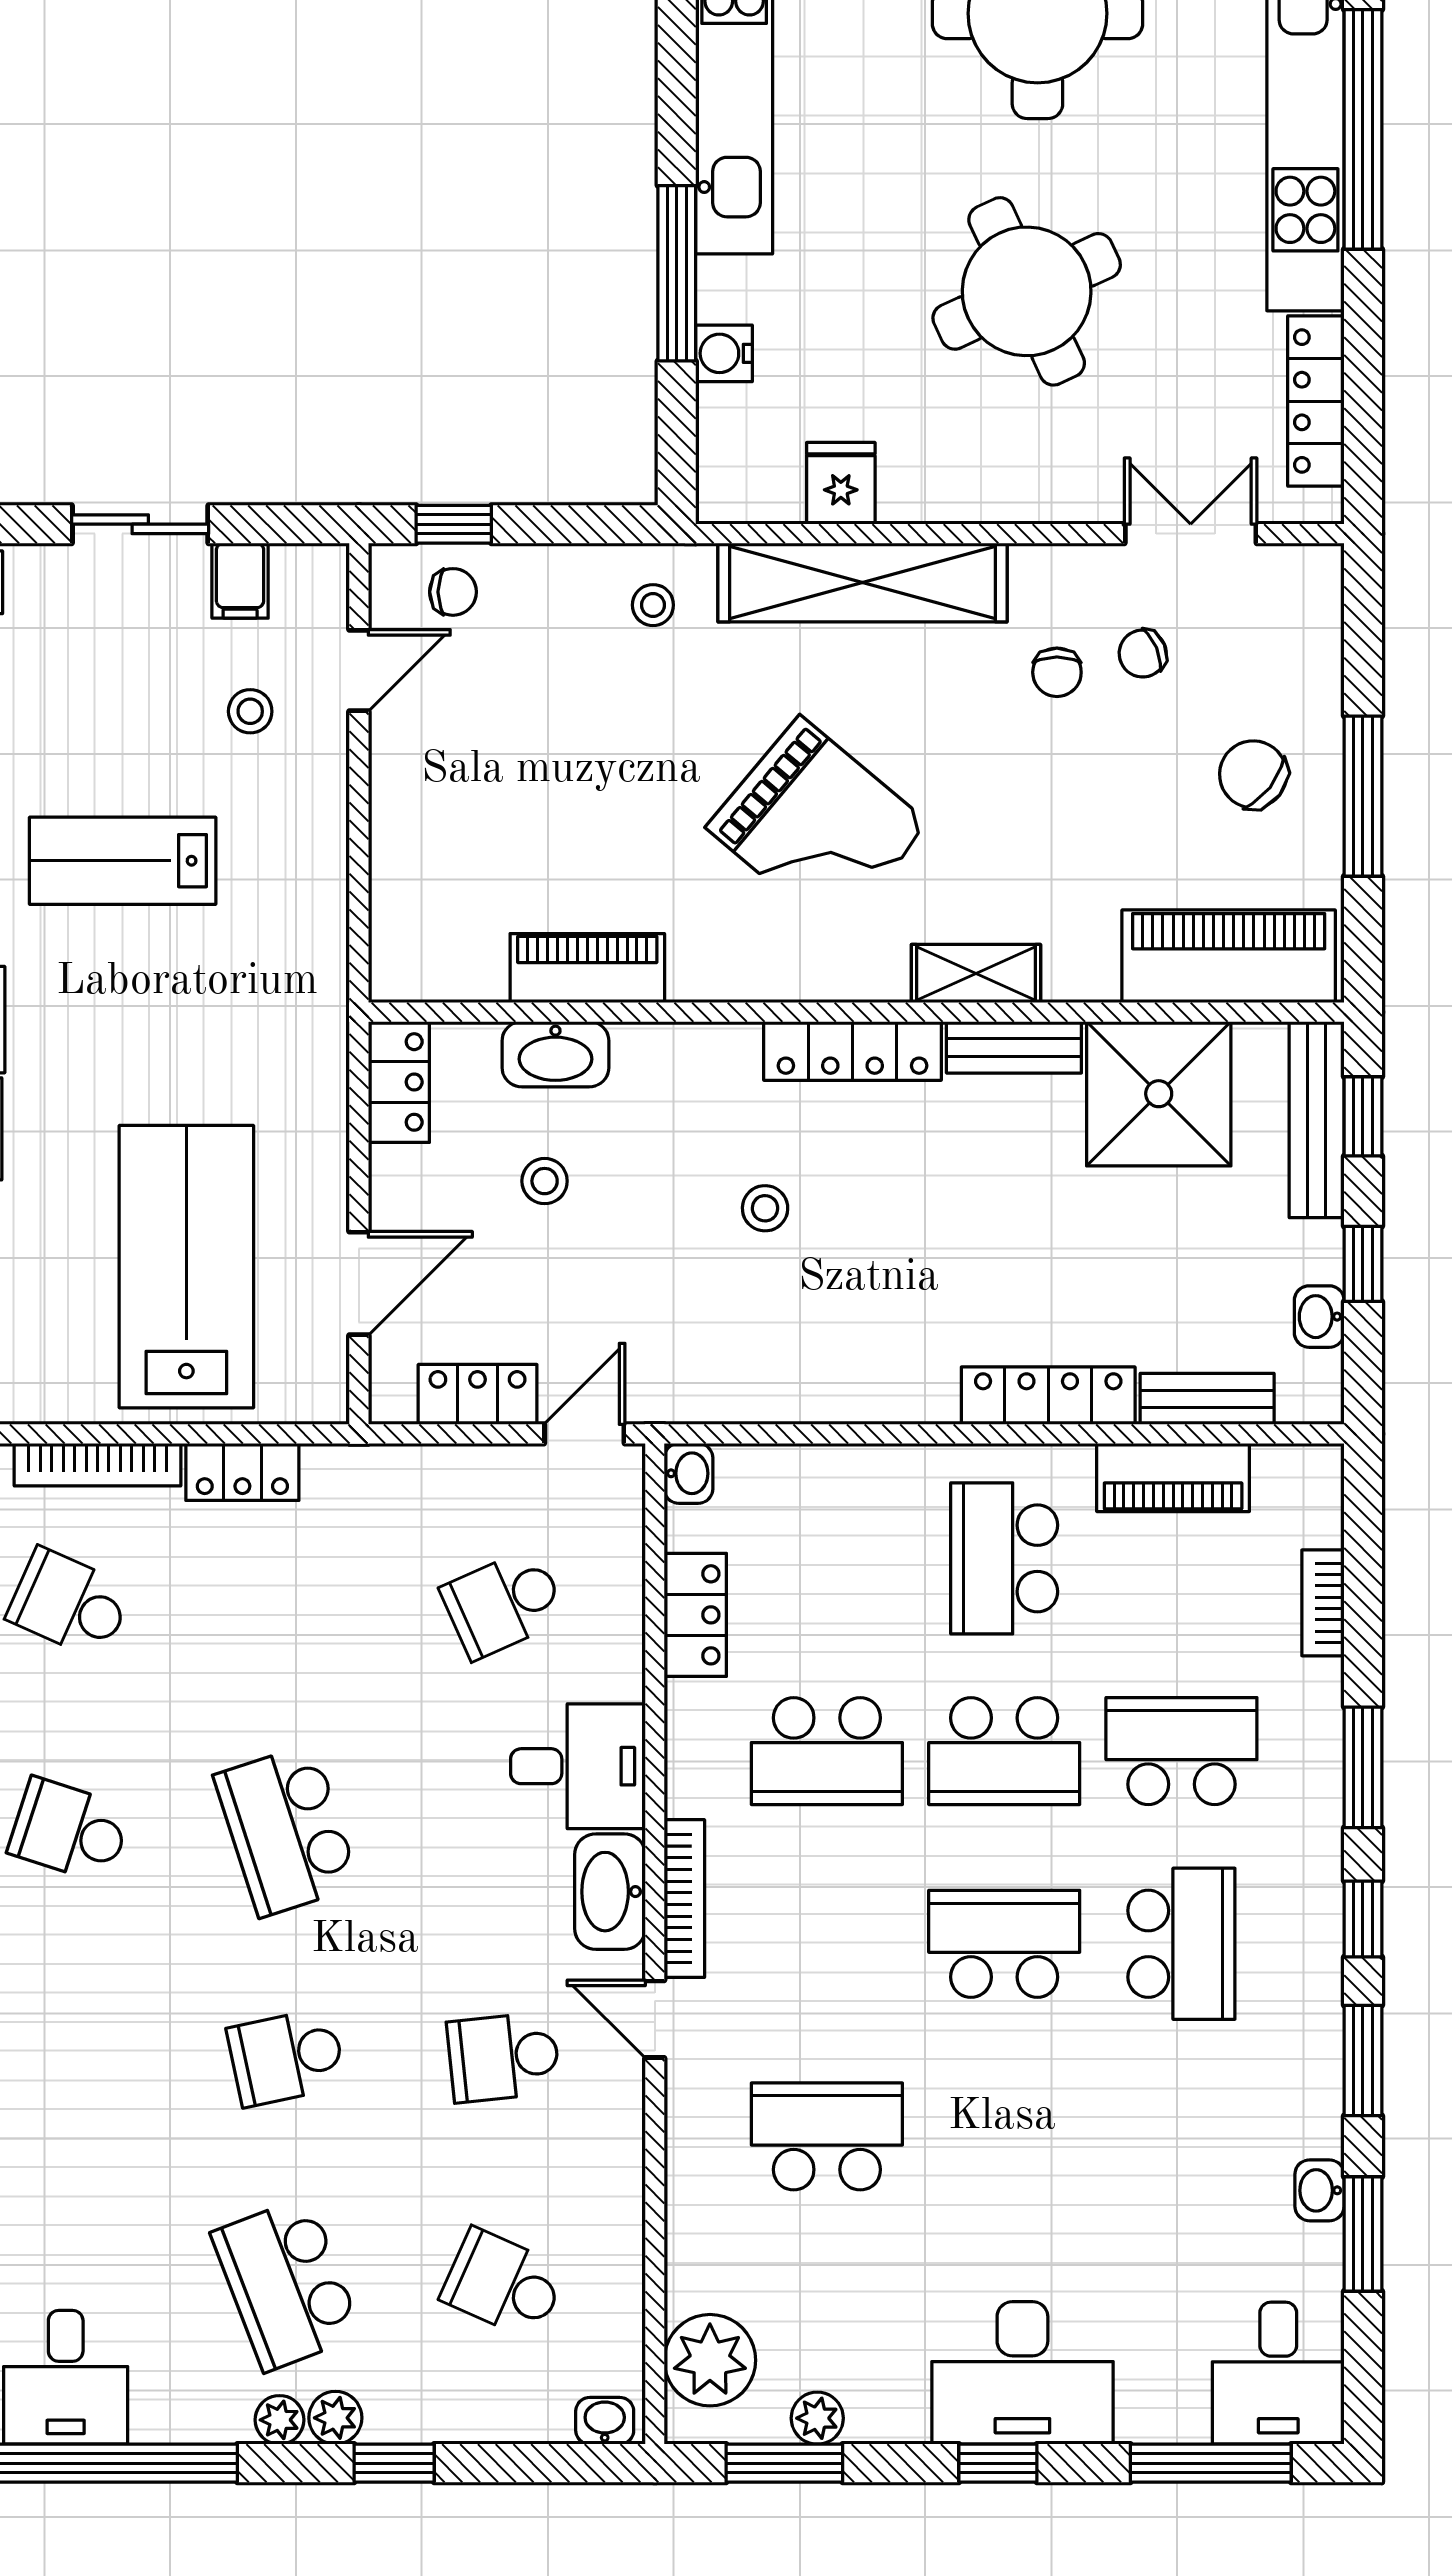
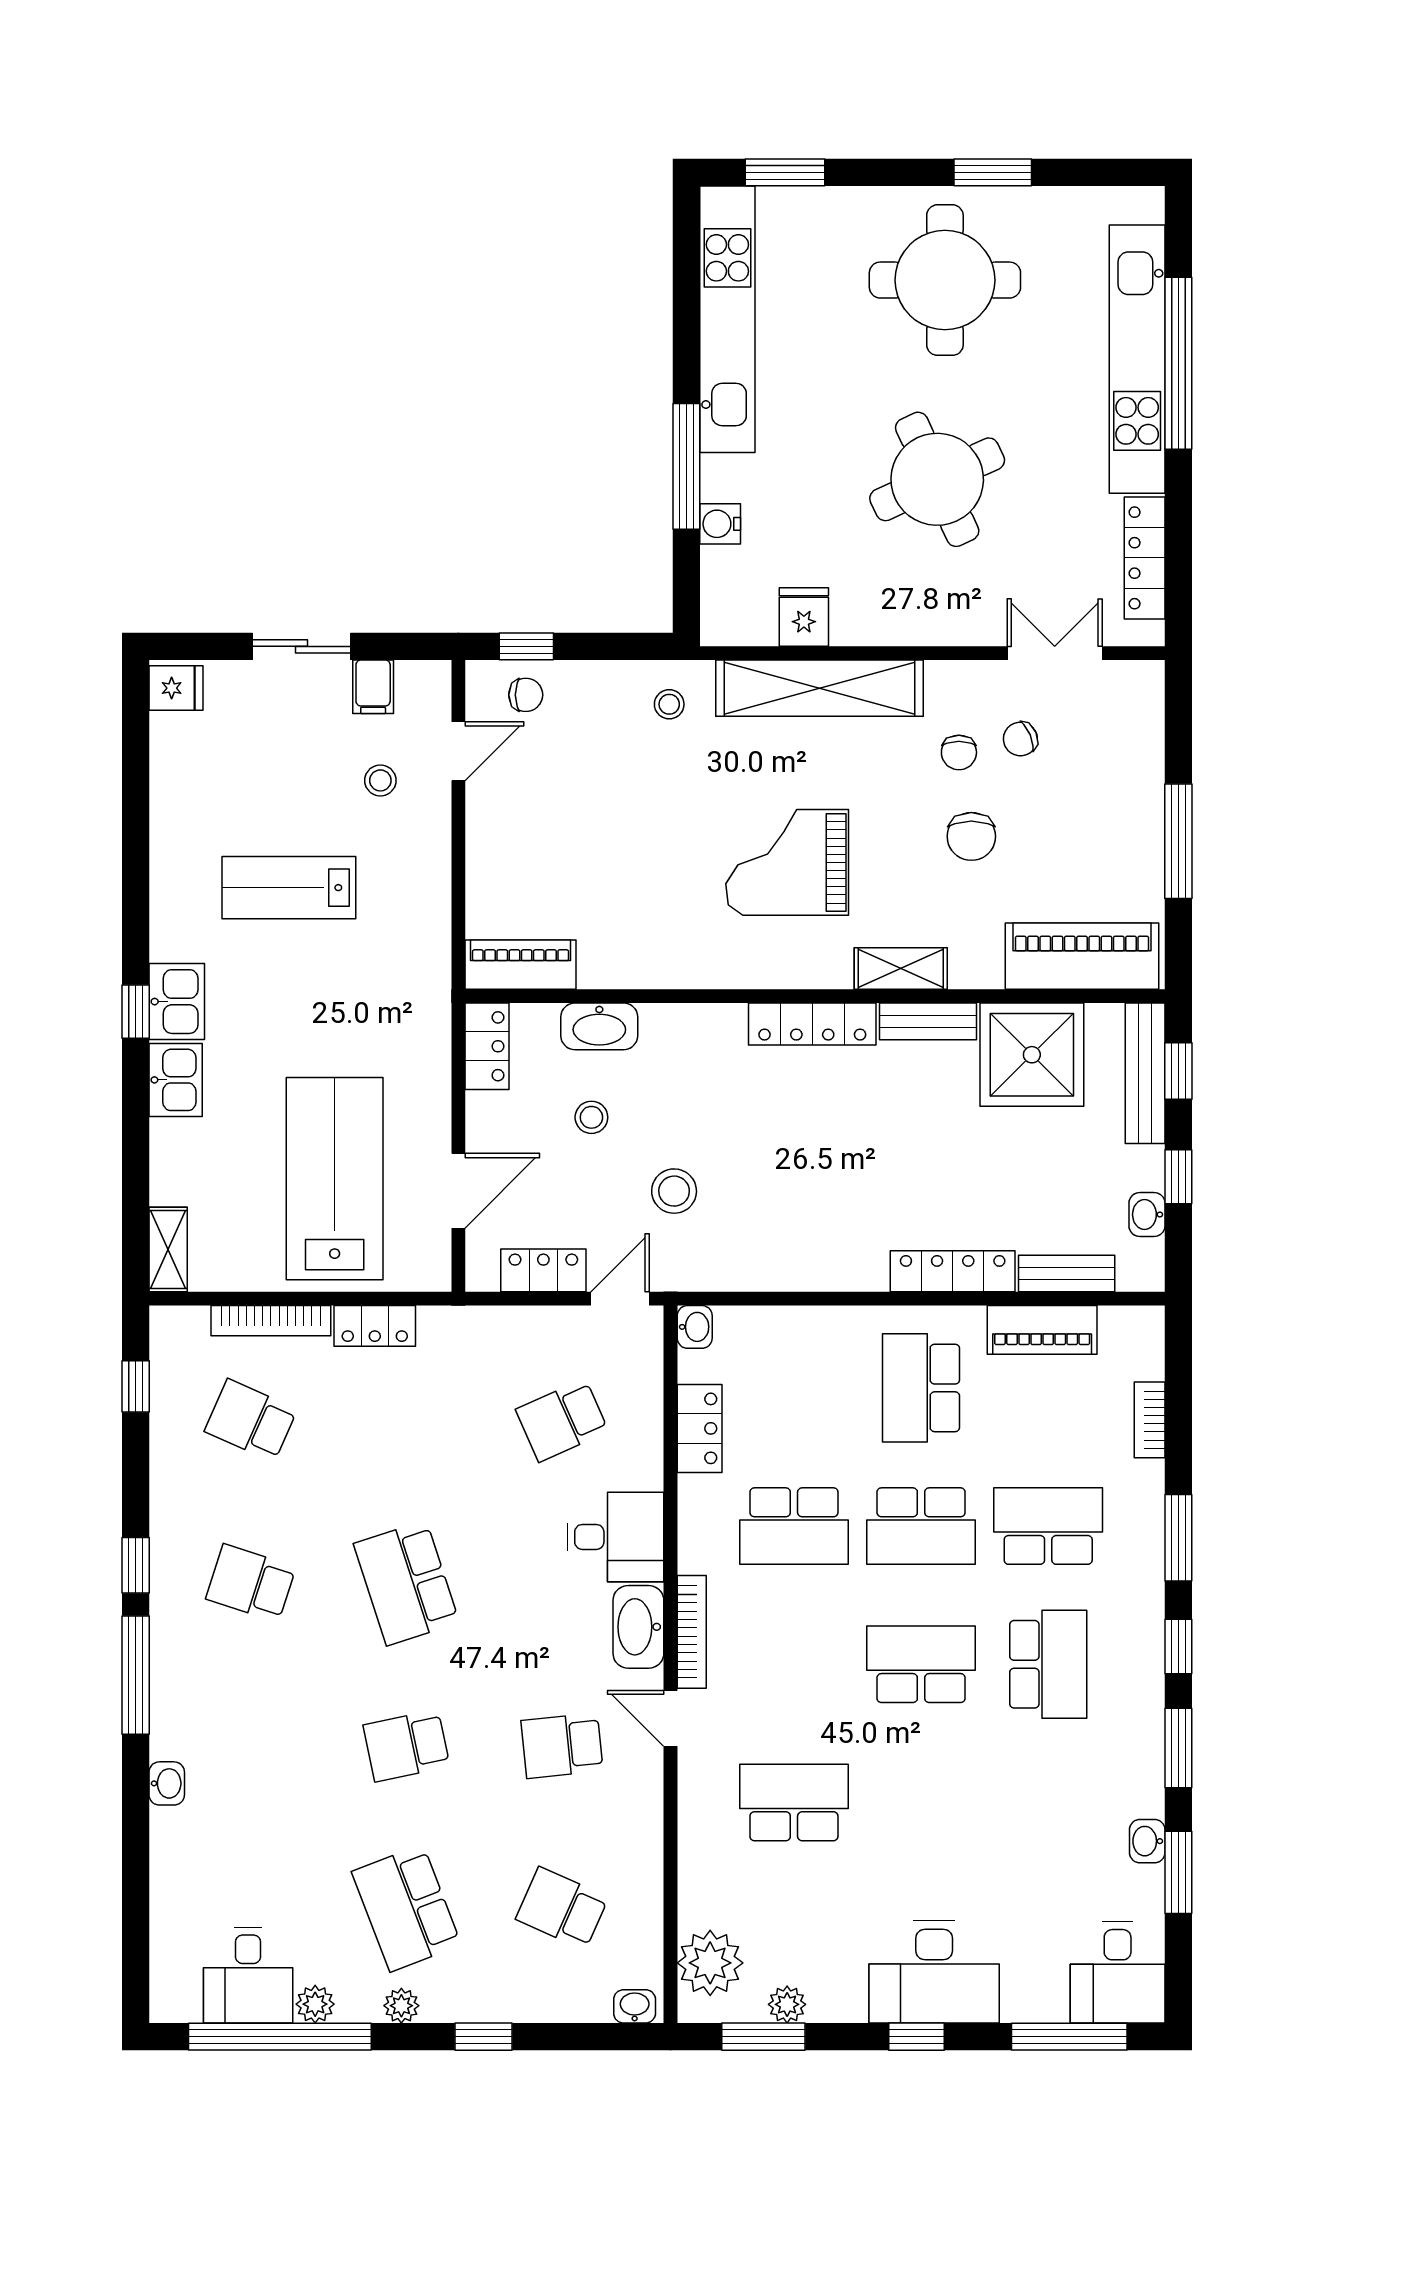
chair: (1253, 774) -> (971, 836), moved, turned -128
grand piano: (818, 826) -> (787, 862), turned 140
piano: (587, 968) -> (521, 965), moved
stool: (765, 1208) -> (674, 1191), moved, width x1.37, depth x1.37
plant: (335, 2418) -> (315, 2004), moved

